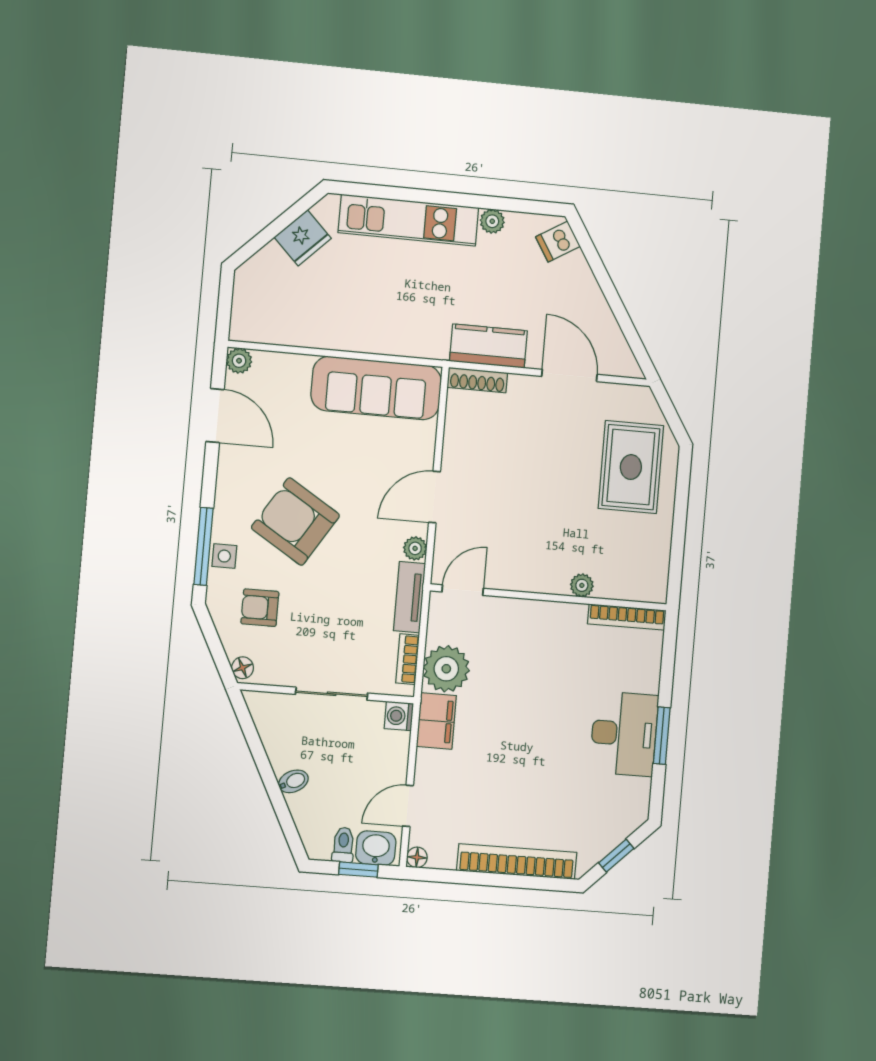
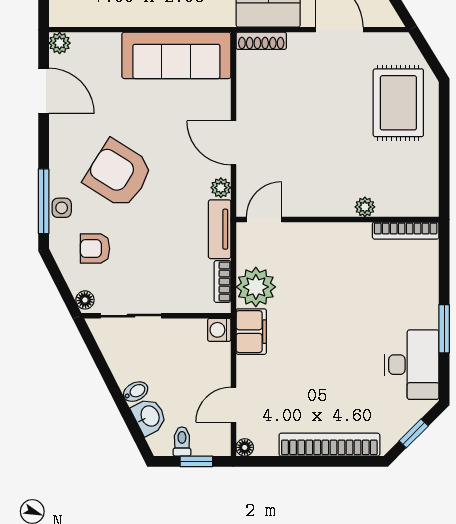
door: (434, 497) -> (233, 143), hinge flipped
sliding door: (332, 694) -> (131, 316), moved
desk: (624, 734) -> (412, 365), moved
washbasin: (376, 848) -> (149, 416), moved, turned 63

